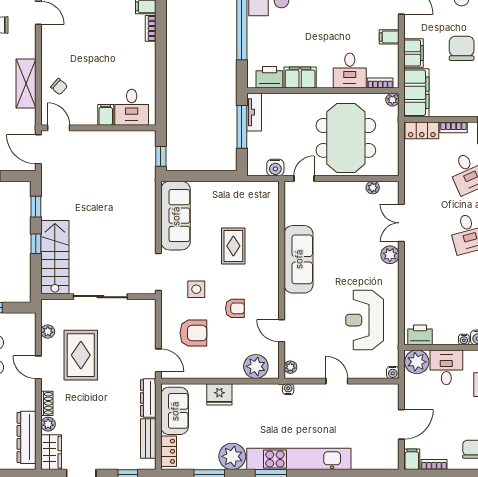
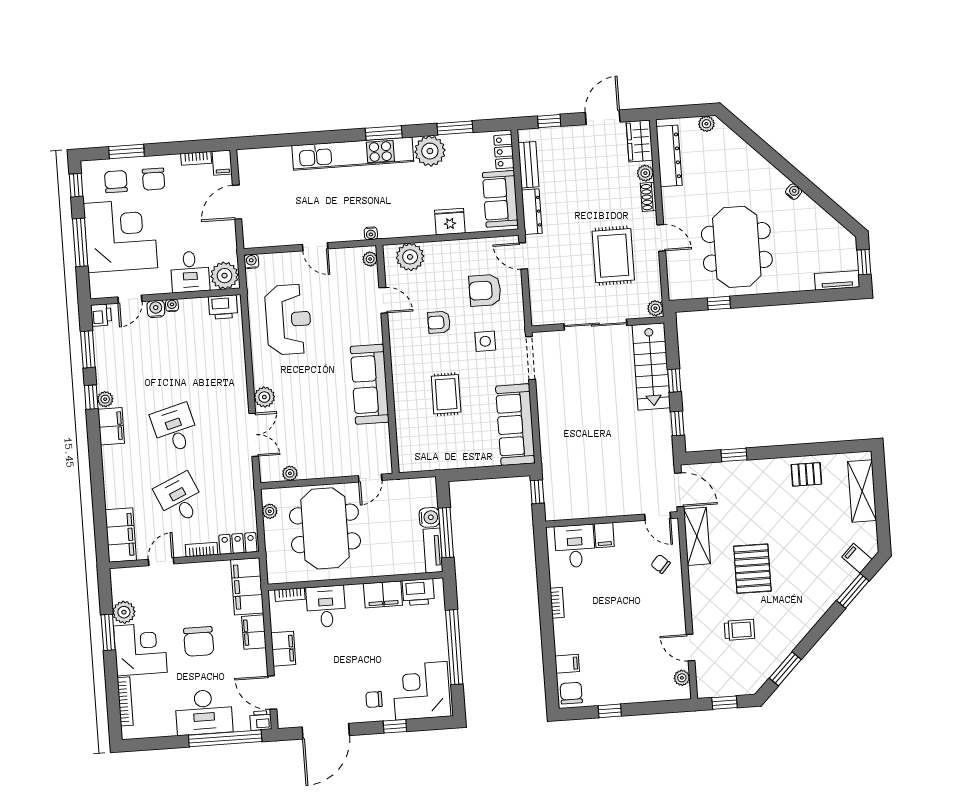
bookcase: (151, 28) -> (557, 603), moved
filing cabinet: (389, 37) -> (283, 649), width x2.00
shelving: (26, 83) -> (697, 536), moved
plant: (392, 100) -> (270, 511), moved
water cooler: (275, 168) -> (429, 517), moved, turned 90
plant: (48, 331) -> (655, 308), moved

